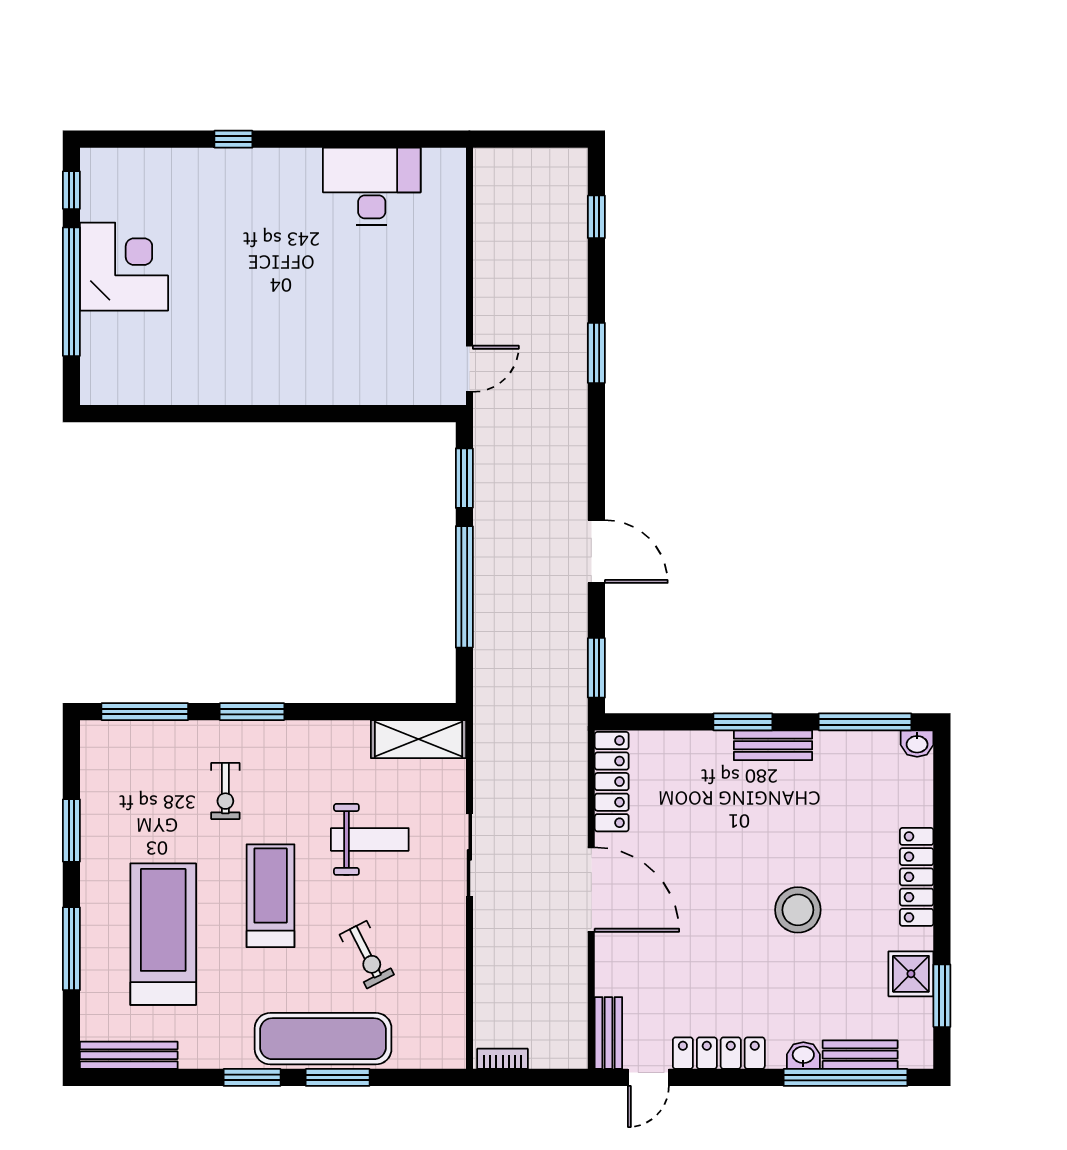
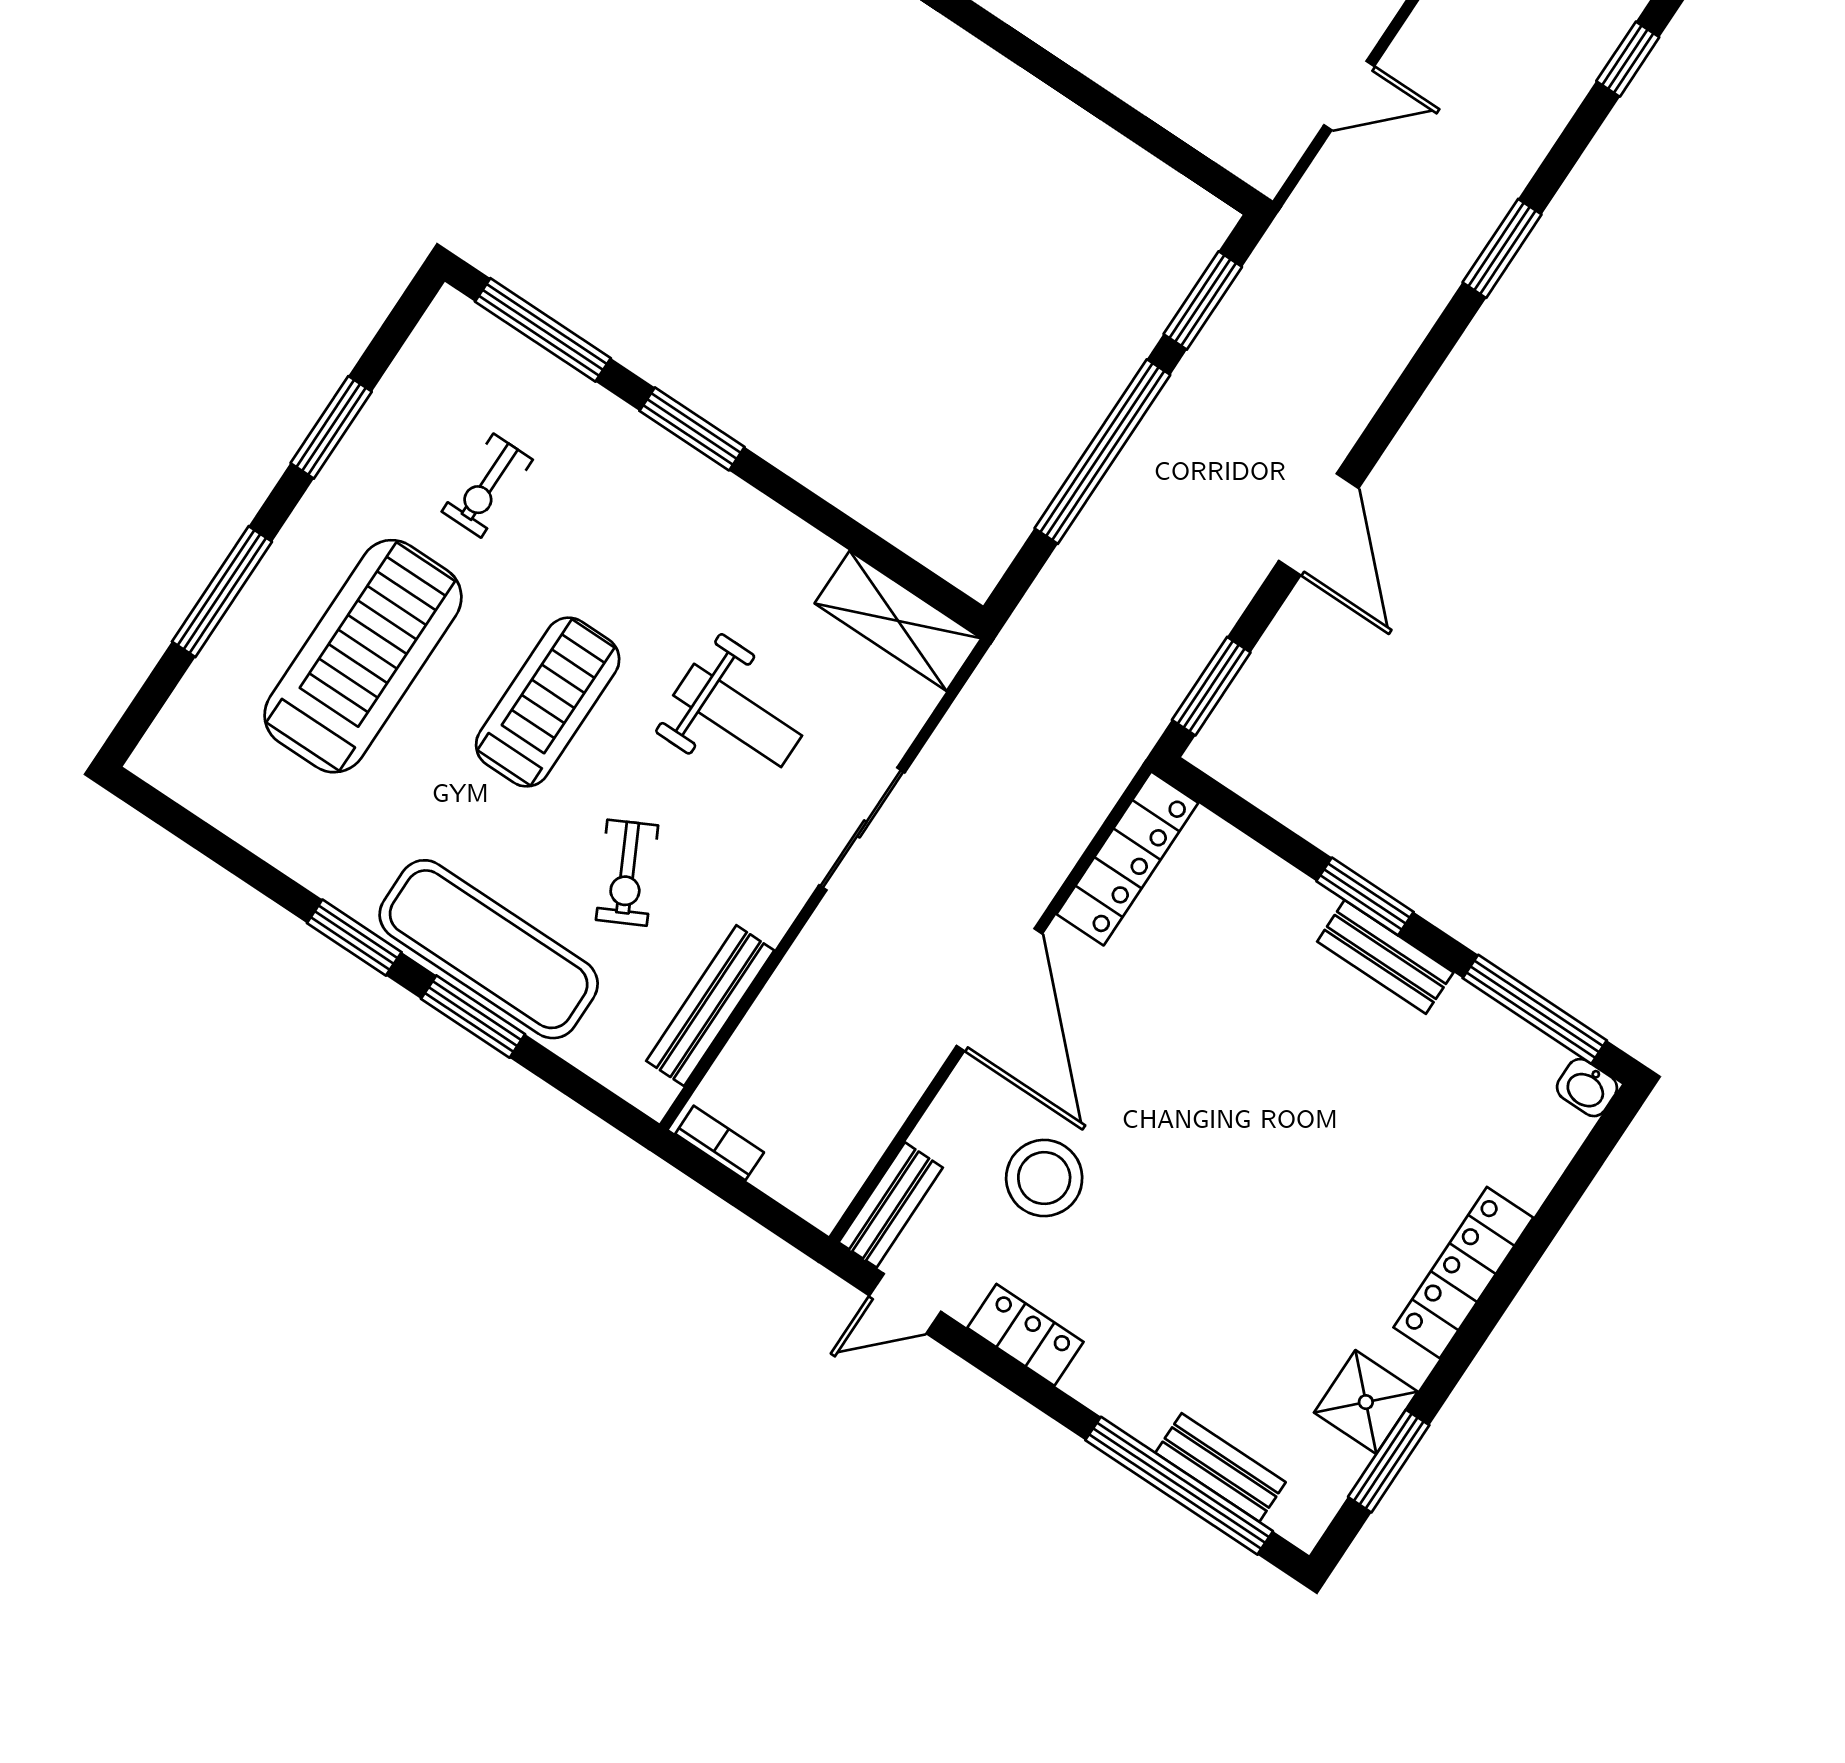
door: (469, 369) -> (1349, 96), moved
exercise bike: (225, 791) -> (487, 486), moved
stool: (798, 910) -> (1044, 1178), moved
locker: (719, 1053) -> (1025, 1335), width x0.66
bench: (129, 1055) -> (710, 1006), moved, turned 90
washbasin: (803, 1056) -> (1141, 1416), removed

